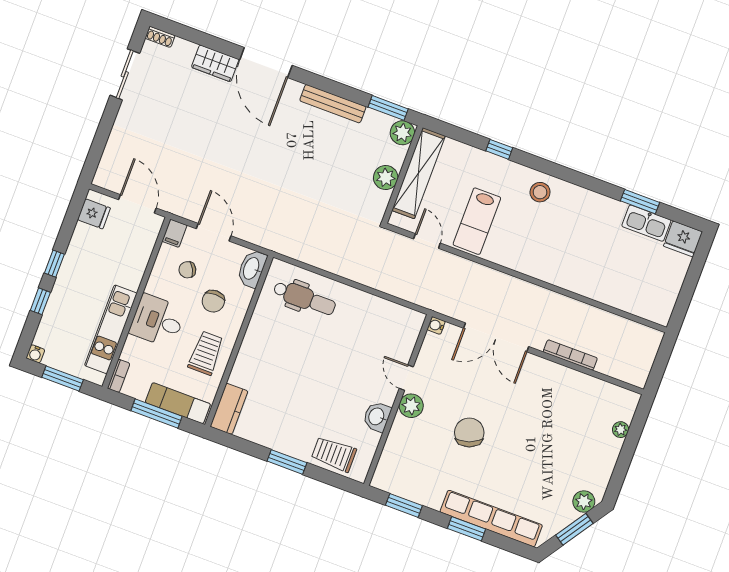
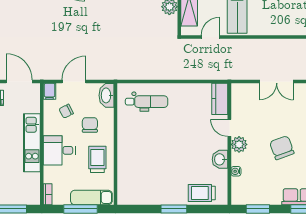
door: (214, 232) -> (74, 81), hinge flipped
door: (427, 241) -> (210, 37), hinge flipped
chair: (213, 301) -> (90, 125), turned 180
water cooler: (436, 325) -> (236, 171), moved
kitchen unit: (111, 329) -> (32, 143), moved
double door: (496, 337) -> (277, 81), width x0.73
kitchen counter: (229, 409) -> (220, 99), moved, turned 180

